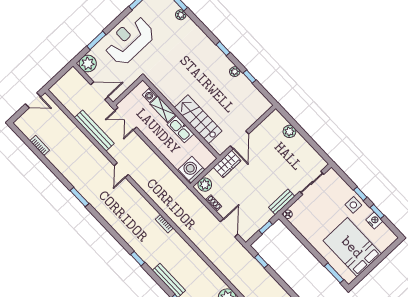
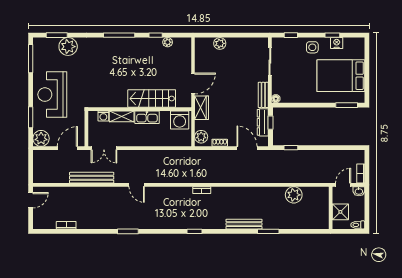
plant: (181, 15) -> (68, 47), width x1.88, depth x1.88
window: (223, 49) -> (119, 35), width x2.17
plant: (235, 72) -> (168, 42), moved
door: (240, 140) -> (193, 83), hinge flipped
washing machine: (192, 170) -> (180, 120), moved, turned -90
window: (360, 194) -> (291, 35), moved
dresser: (260, 221) -> (263, 122), added
window: (138, 259) -> (194, 231), moved

